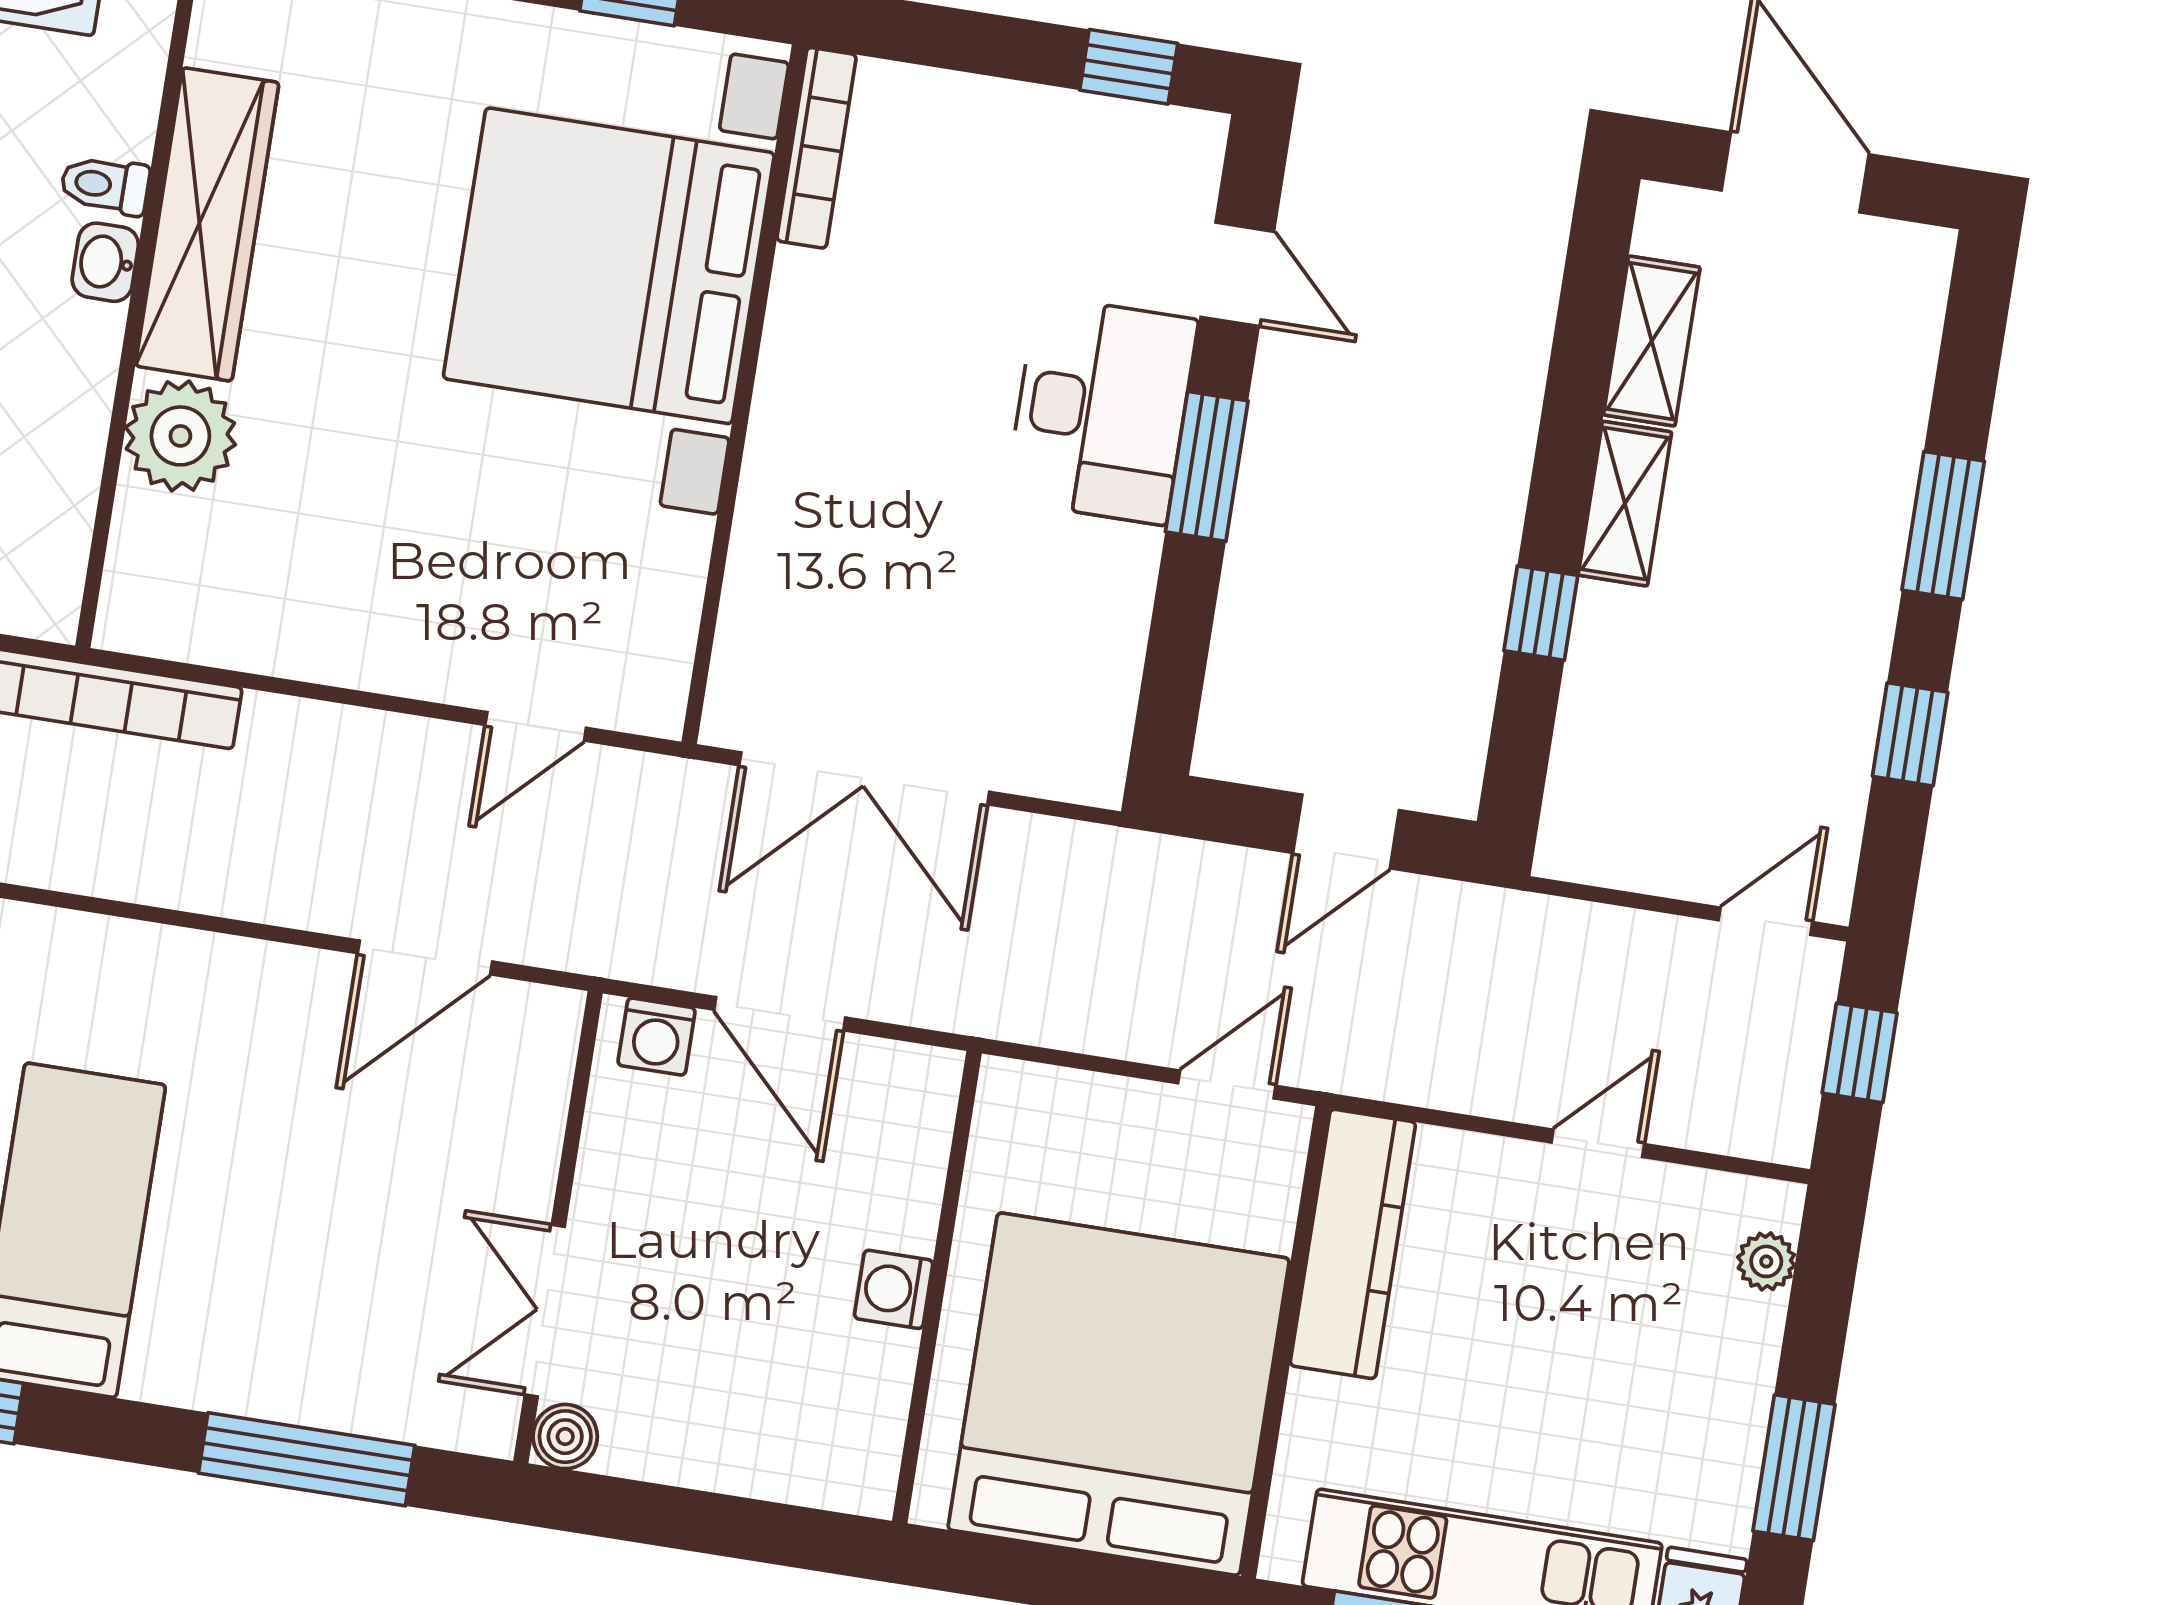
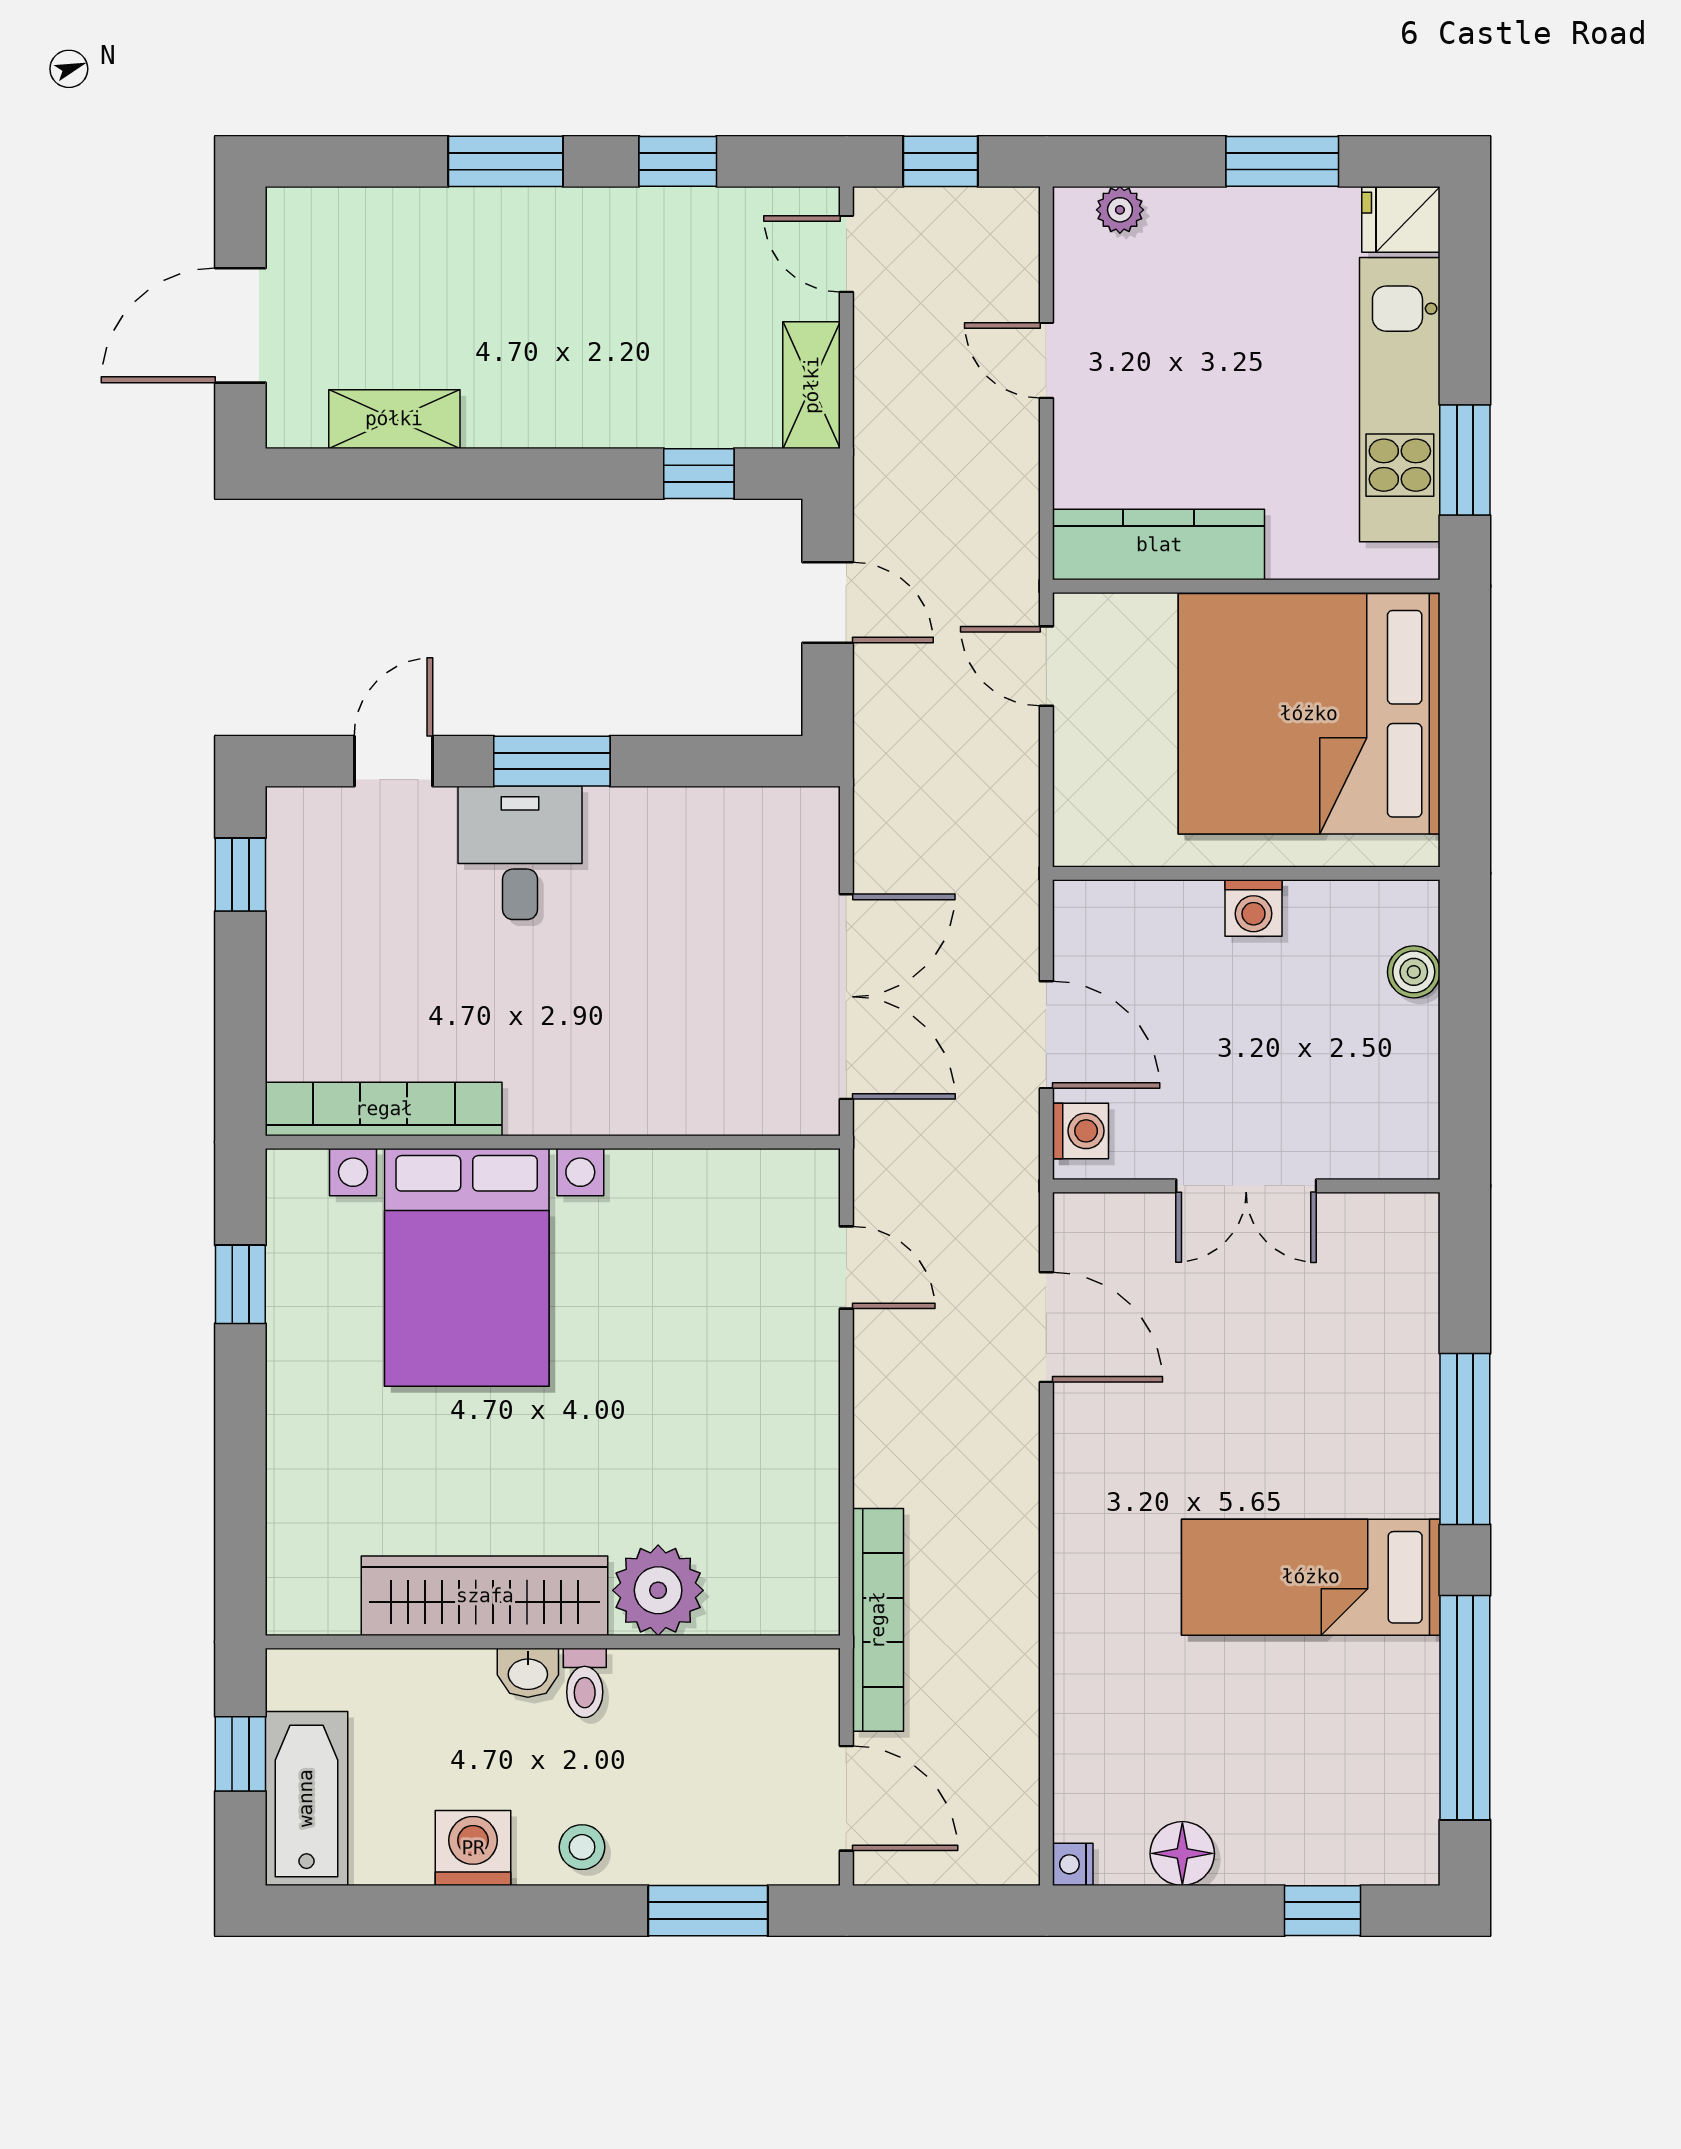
bookcase: (817, 148) -> (384, 1109), width x1.48, depth x1.31
toilet: (105, 185) -> (585, 1683), moved
bed with nightstands: (609, 266) -> (467, 1267), width x0.73
desk: (1101, 410) -> (520, 853), width x0.73
shelving: (1625, 504) -> (812, 385), moved, turned 90
window: (1541, 613) -> (699, 474), moved
door: (780, 1014) -> (1046, 1035), hinge flipped
double door: (545, 1311) -> (1246, 1186), moved
boiler: (565, 1437) -> (1414, 972), moved
window: (307, 1459) -> (1465, 1439), moved

